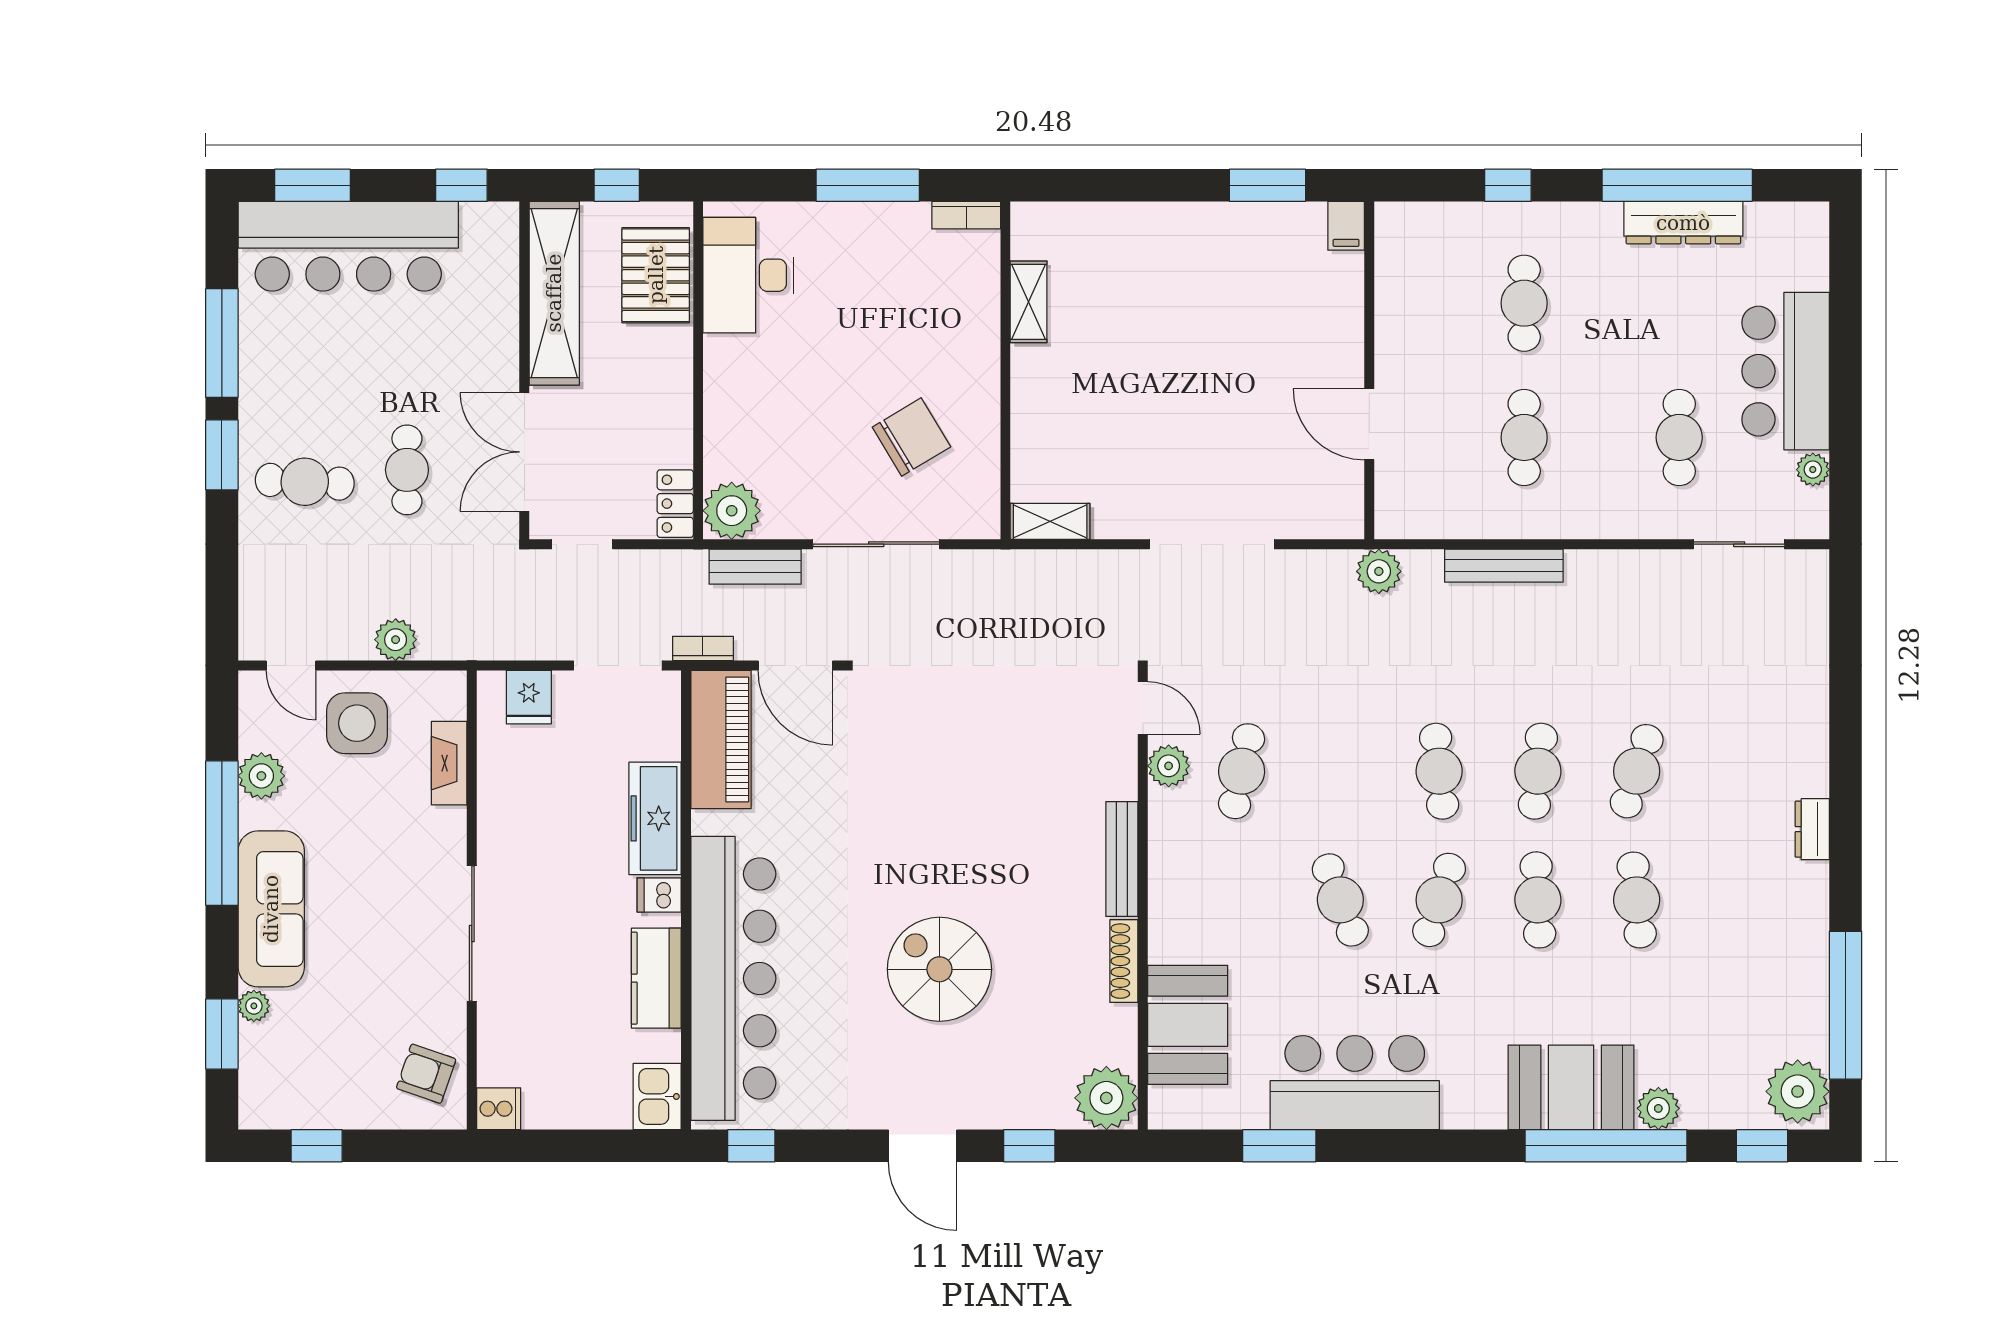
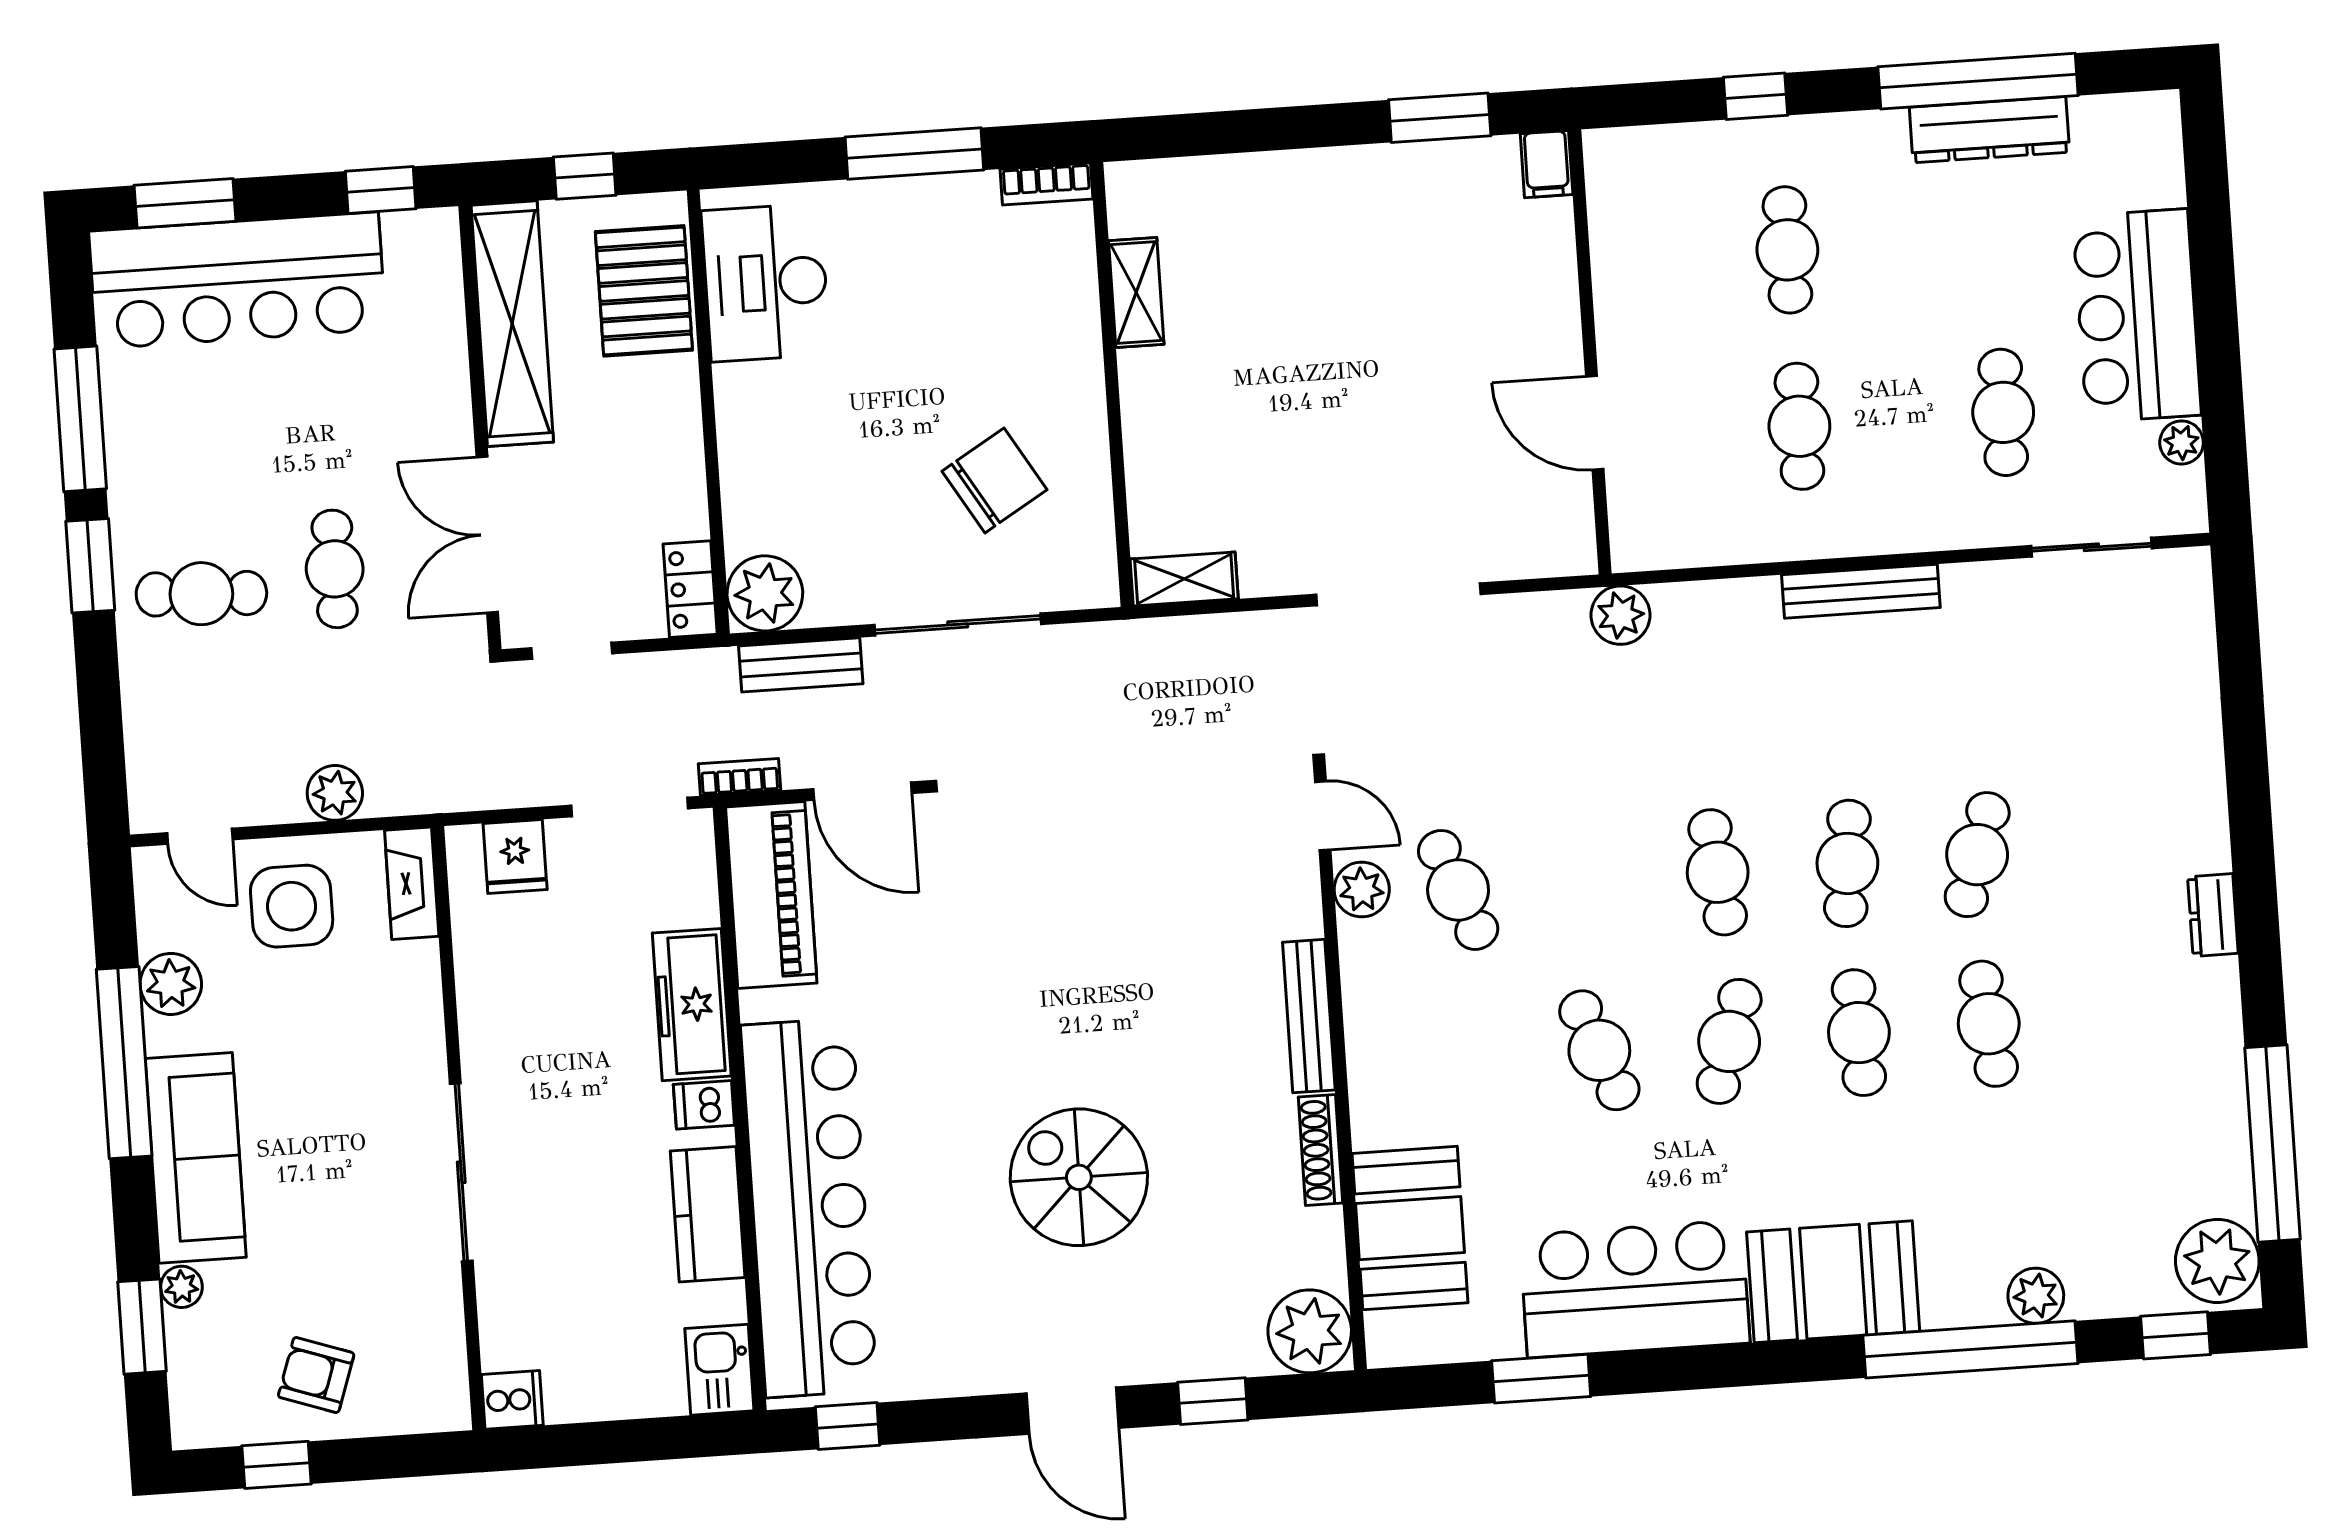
bench: (1504, 566) -> (1861, 591), moved
fireplace: (449, 763) -> (412, 883), moved
cafe table: (1242, 771) -> (1458, 890), turned -33
armchair: (426, 1074) -> (316, 1375), moved
booth: (1571, 1087) -> (1833, 1282), moved

